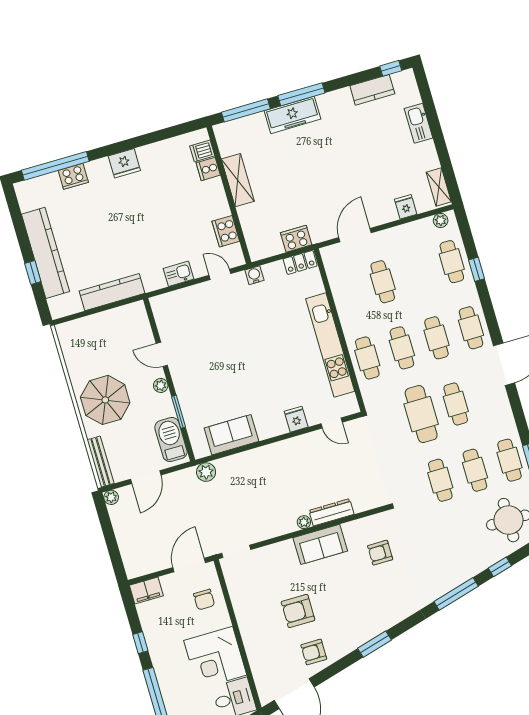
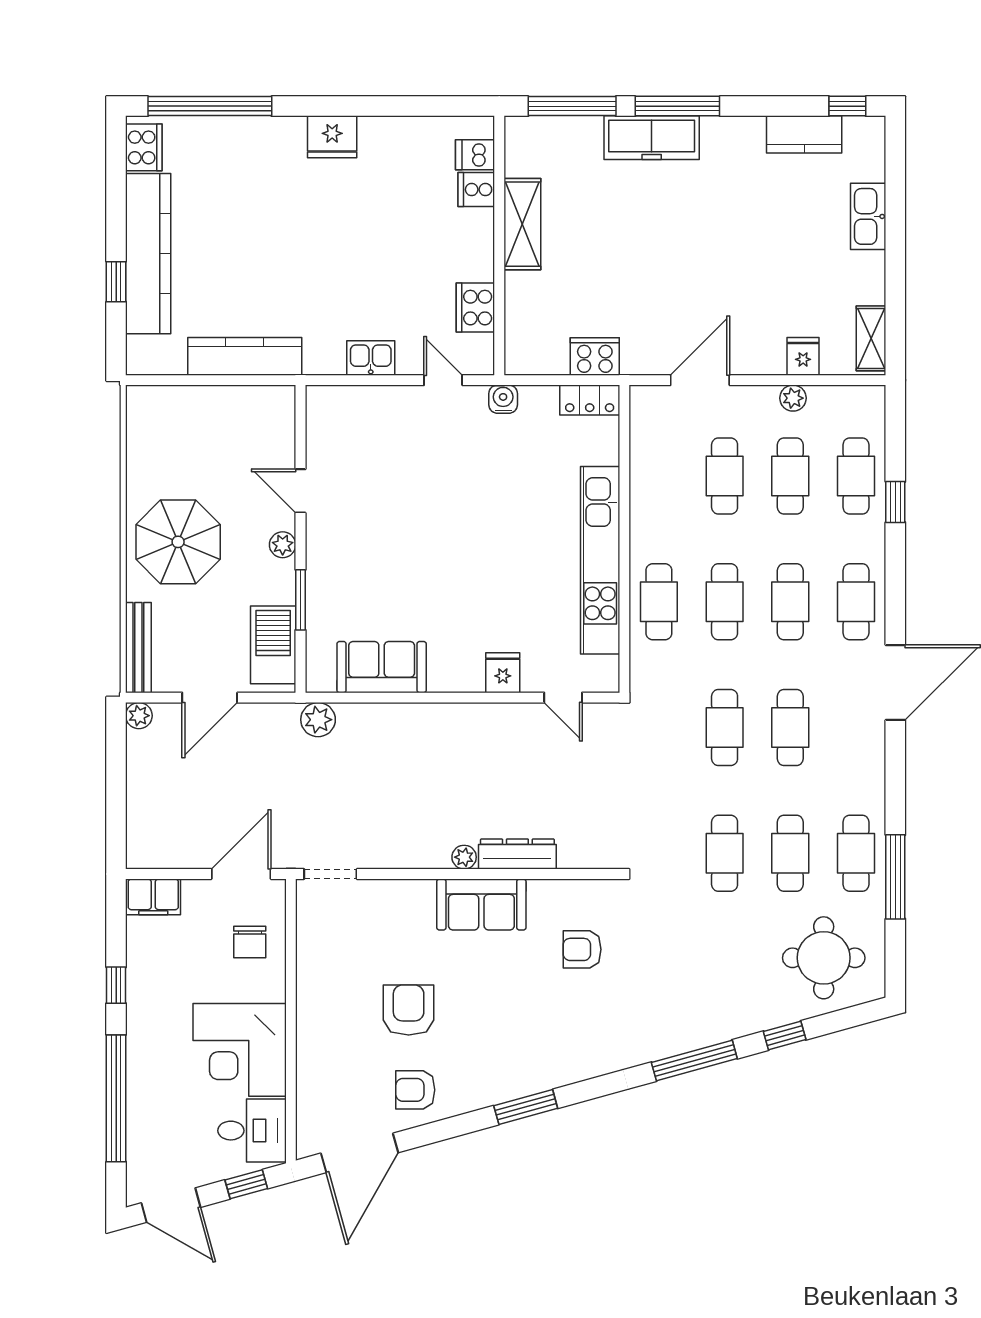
cooker: (73, 176) -> (144, 147), moved, turned -90
plant: (441, 220) -> (793, 398), moved
cafe table: (417, 272) -> (790, 476), added
cafe table: (421, 414) -> (725, 727), width x0.73, depth x0.74
armchair: (298, 611) -> (409, 1010), turned 90

